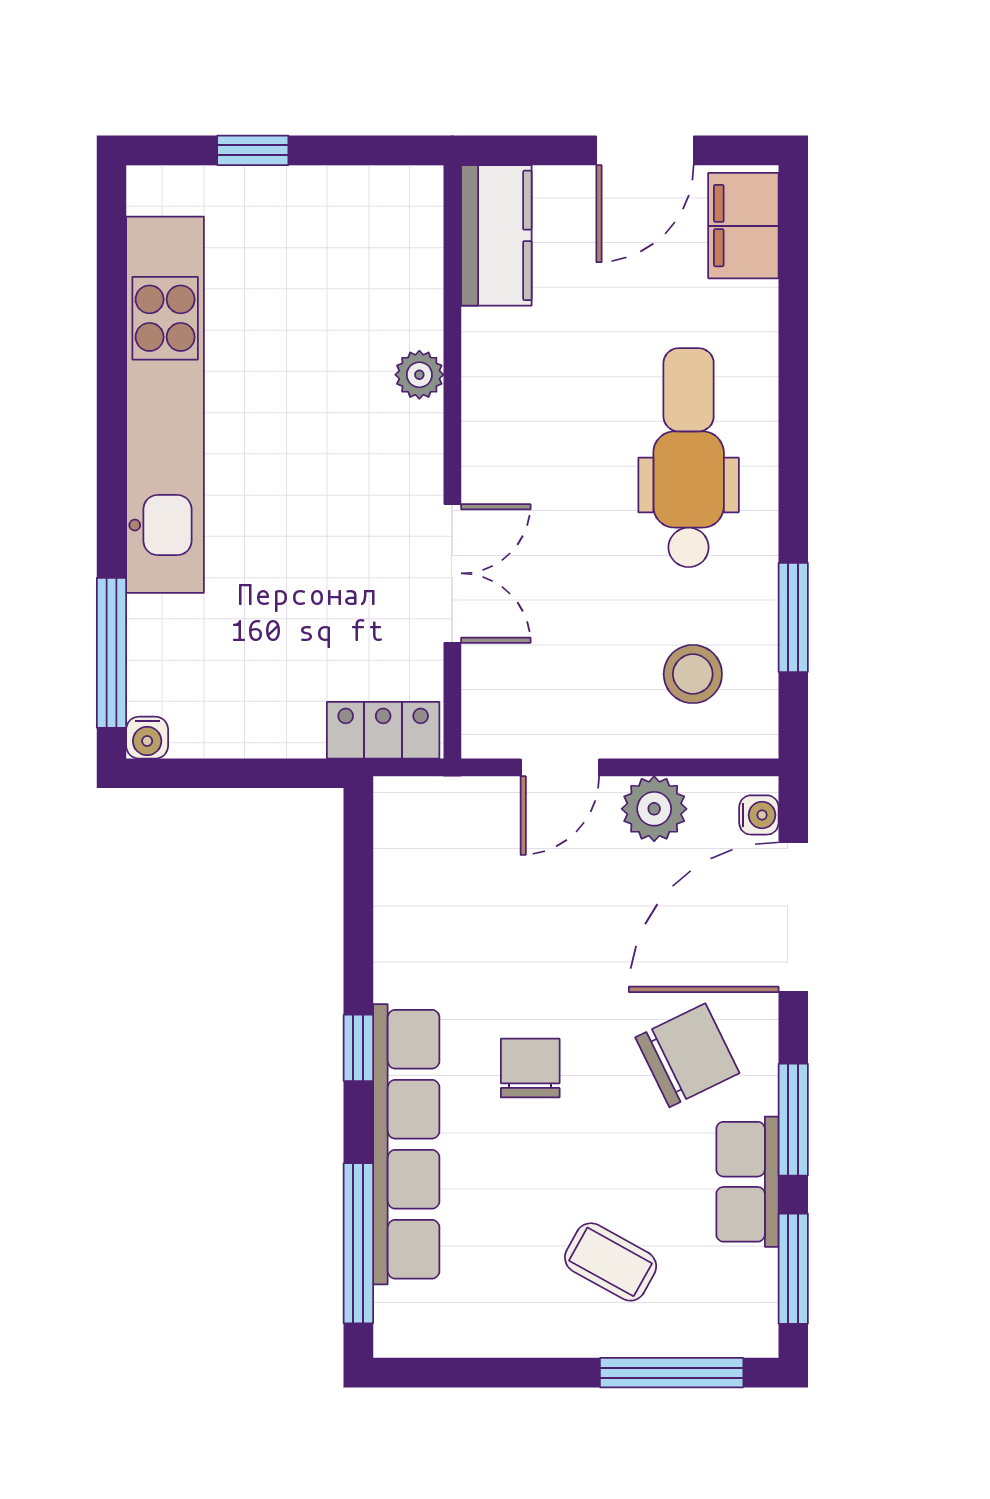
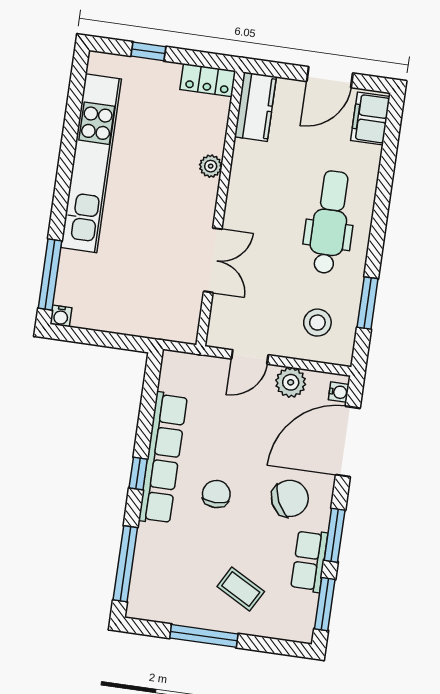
locker: (383, 730) -> (208, 80), moved, turned 180
row of seats: (406, 1144) -> (163, 458), moved
window: (672, 1373) -> (204, 636), moved

